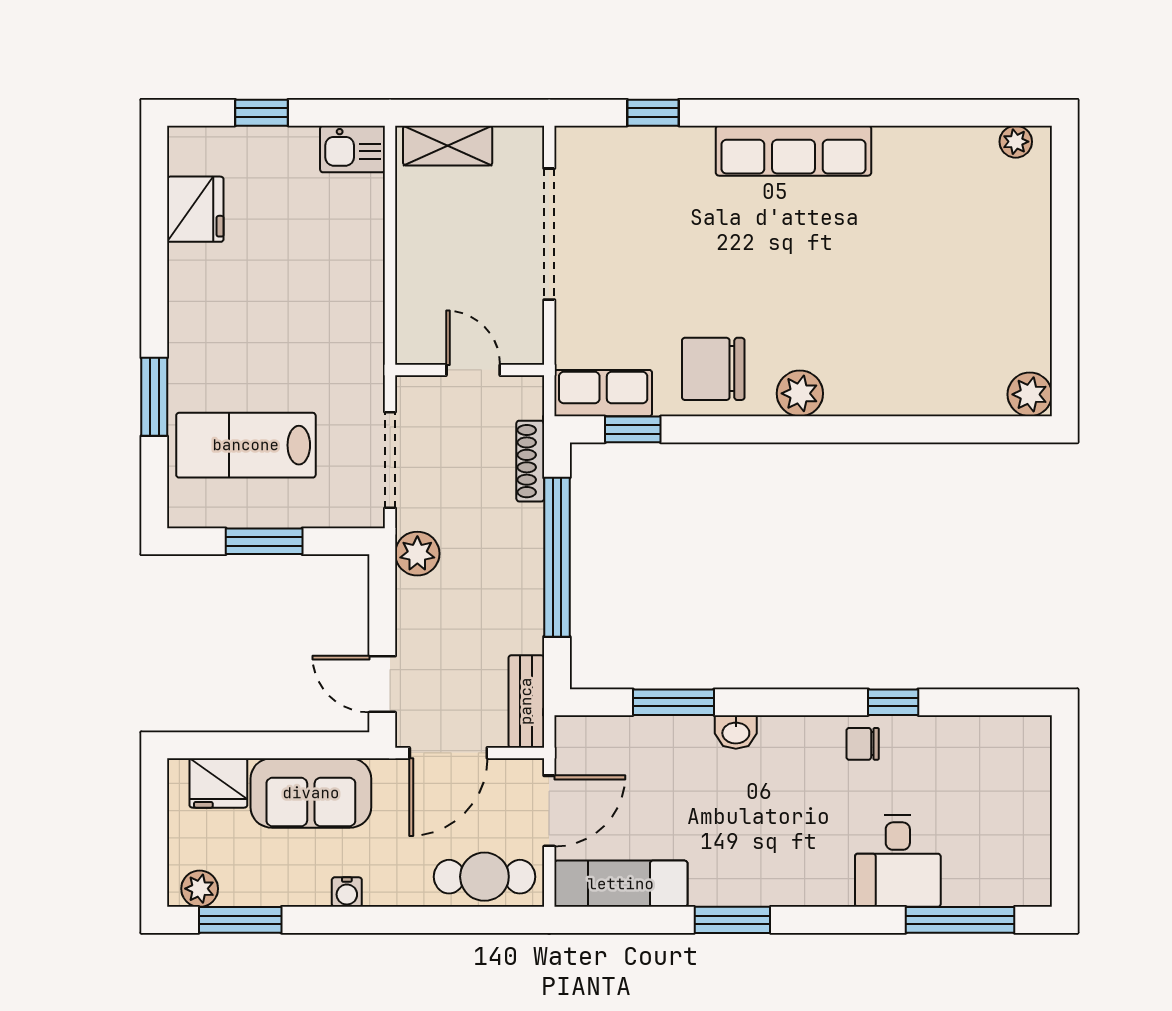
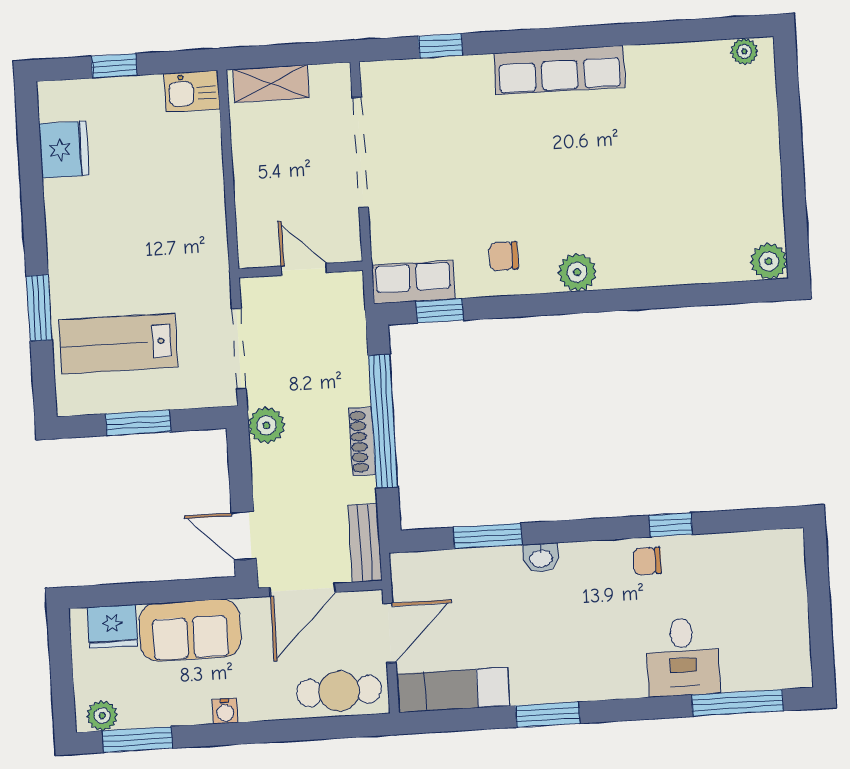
chair: (713, 369) -> (504, 256), width x0.54, depth x0.54
shoe rack: (530, 461) -> (362, 442), moved

